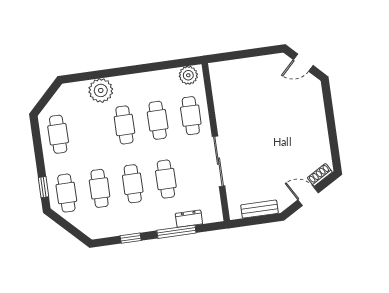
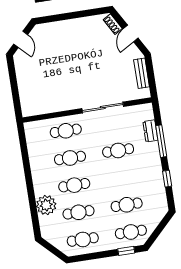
plant: (188, 75) -> (33, 133), removed
cafe table: (133, 184) -> (78, 212), moved

